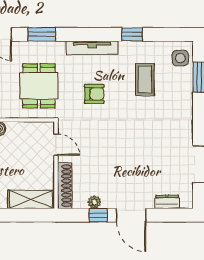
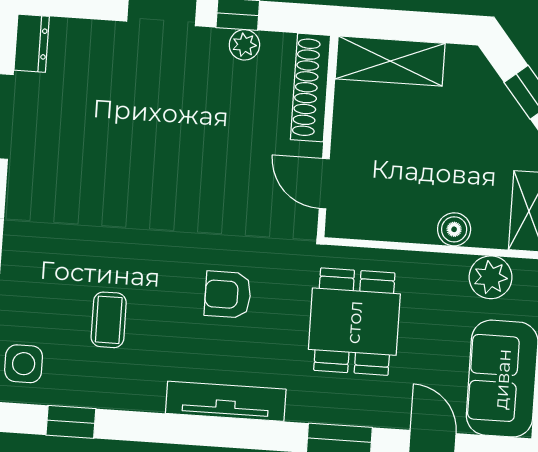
window: (132, 34) -> (71, 422), moved
coffee table: (145, 79) -> (109, 320), width x0.73, depth x0.77
dresser: (167, 202) -> (32, 43), moved, turned -90

